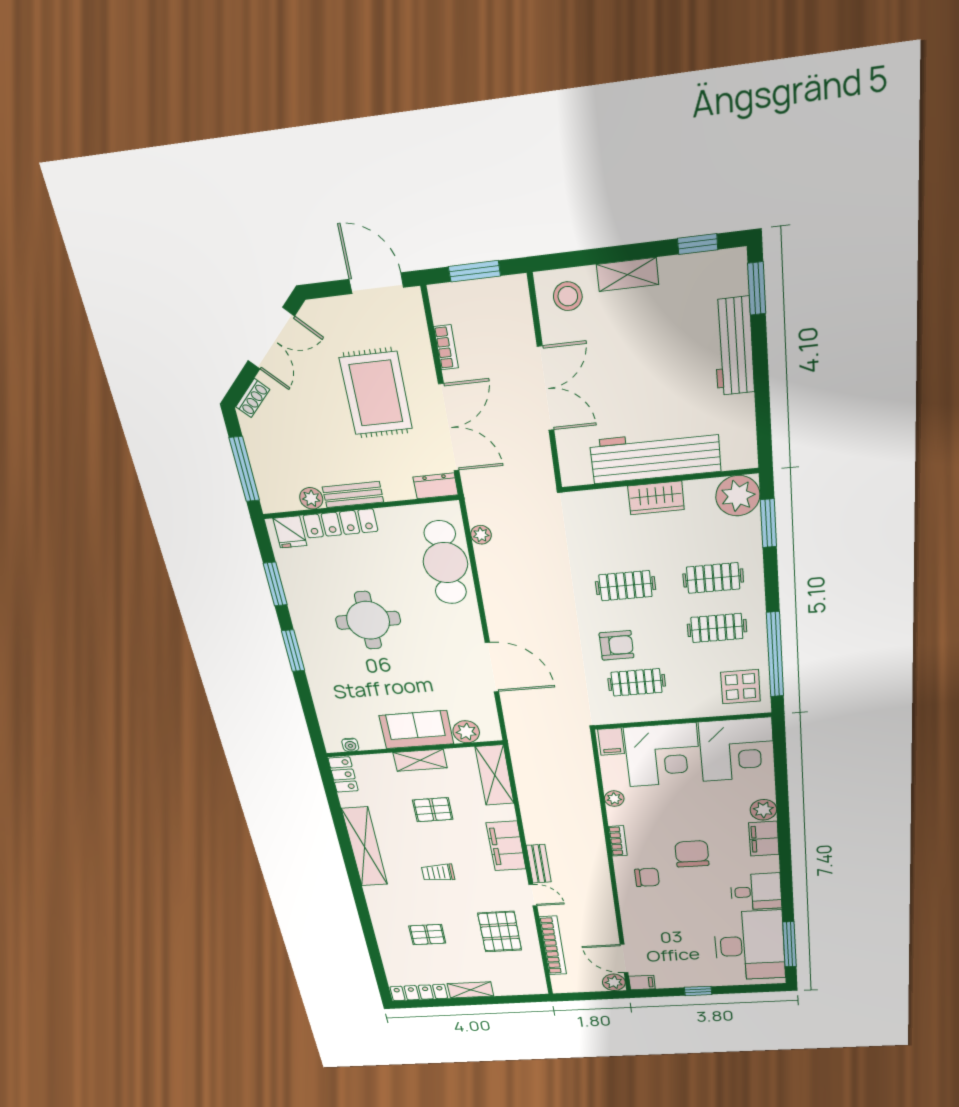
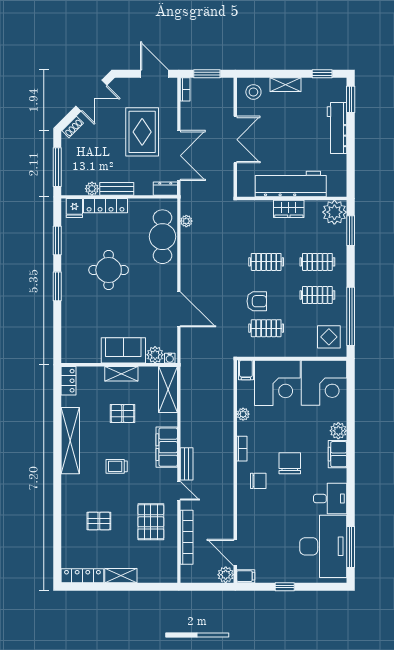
bookcase: (446, 347) -> (185, 89), moved
water cooler: (350, 745) -> (170, 358), moved

